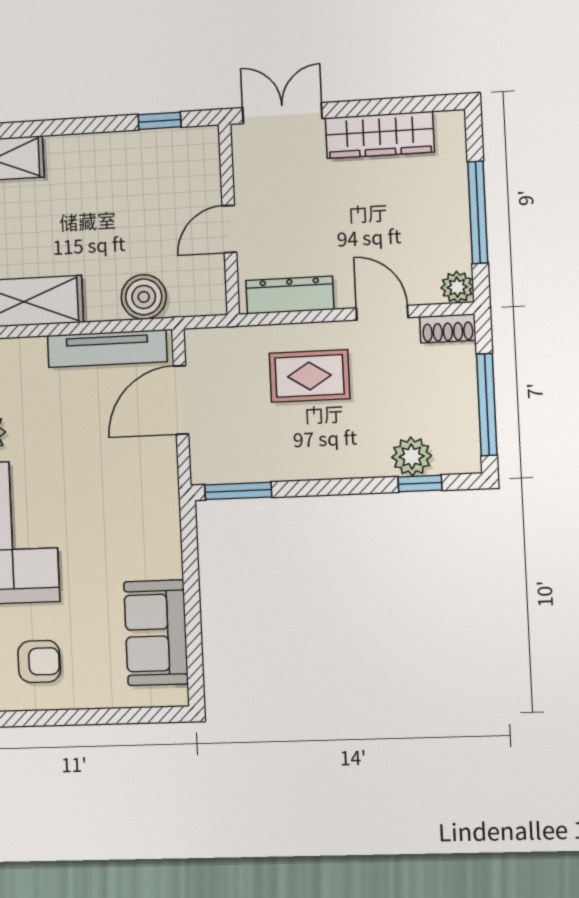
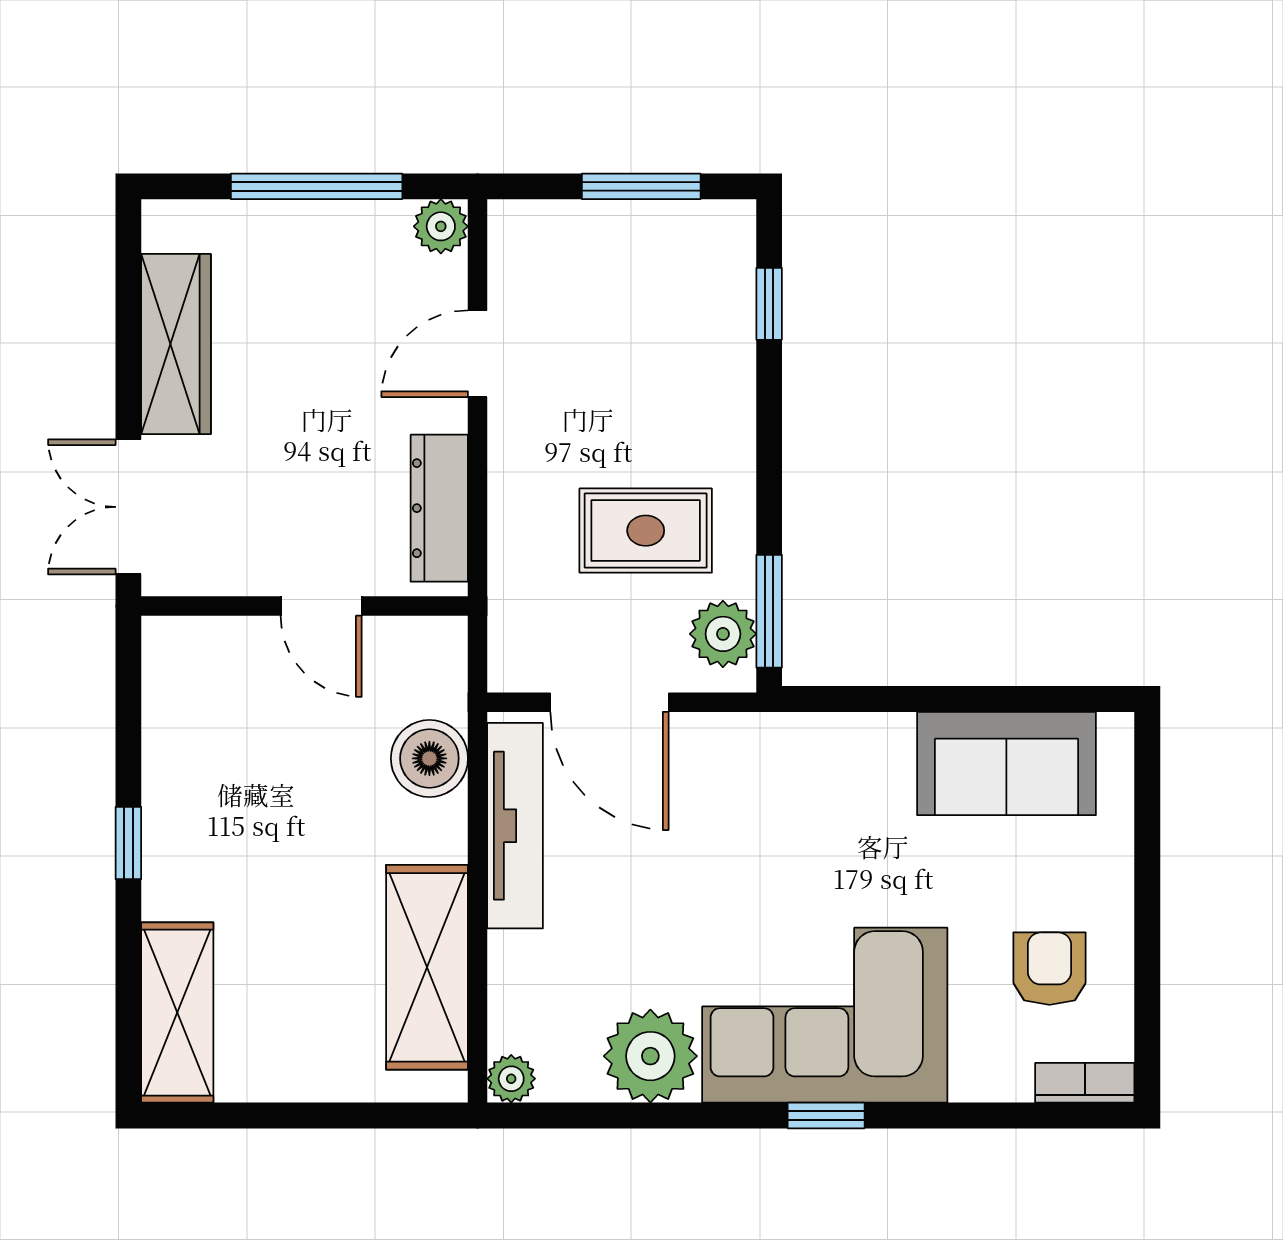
window: (160, 121) -> (128, 843), moved
shoe rack: (448, 328) -> (510, 245), removed
rug: (310, 376) -> (646, 531), moved, turned 90
window: (487, 405) -> (641, 186), width x0.69
plant: (412, 456) -> (723, 634), moved

